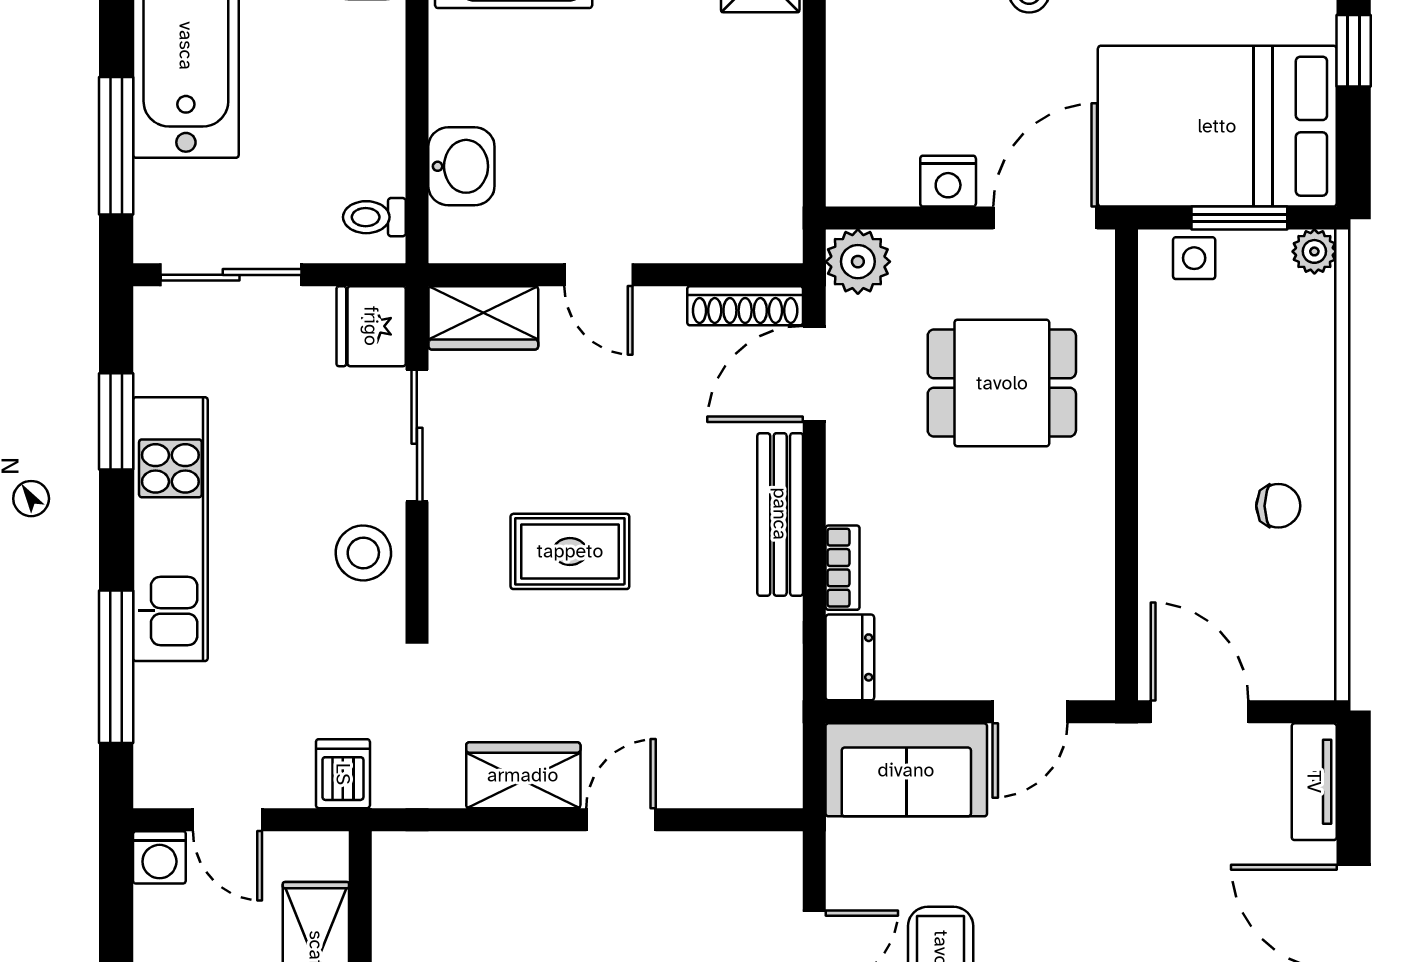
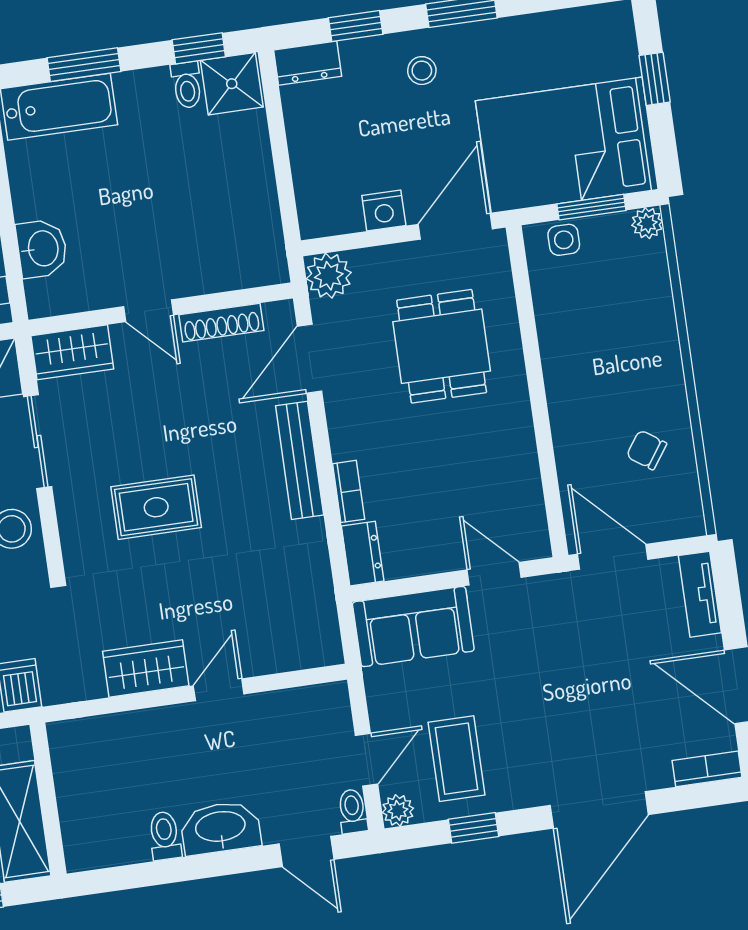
shoe rack: (745, 306) -> (221, 323), moved
dining table: (1002, 383) -> (442, 346), turned 90
chair: (1278, 506) -> (647, 450), moved, turned -145
door: (1030, 712) -> (494, 574), swing flipped

